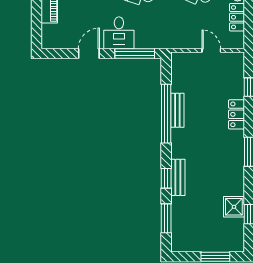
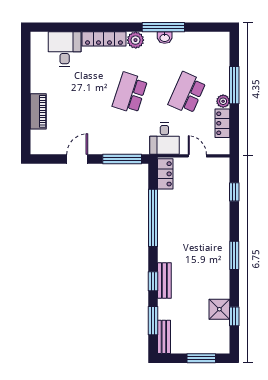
desk: (119, 33) -> (164, 139), moved
bench: (177, 110) -> (164, 337), moved
locker: (236, 114) -> (165, 174), moved, turned 180

